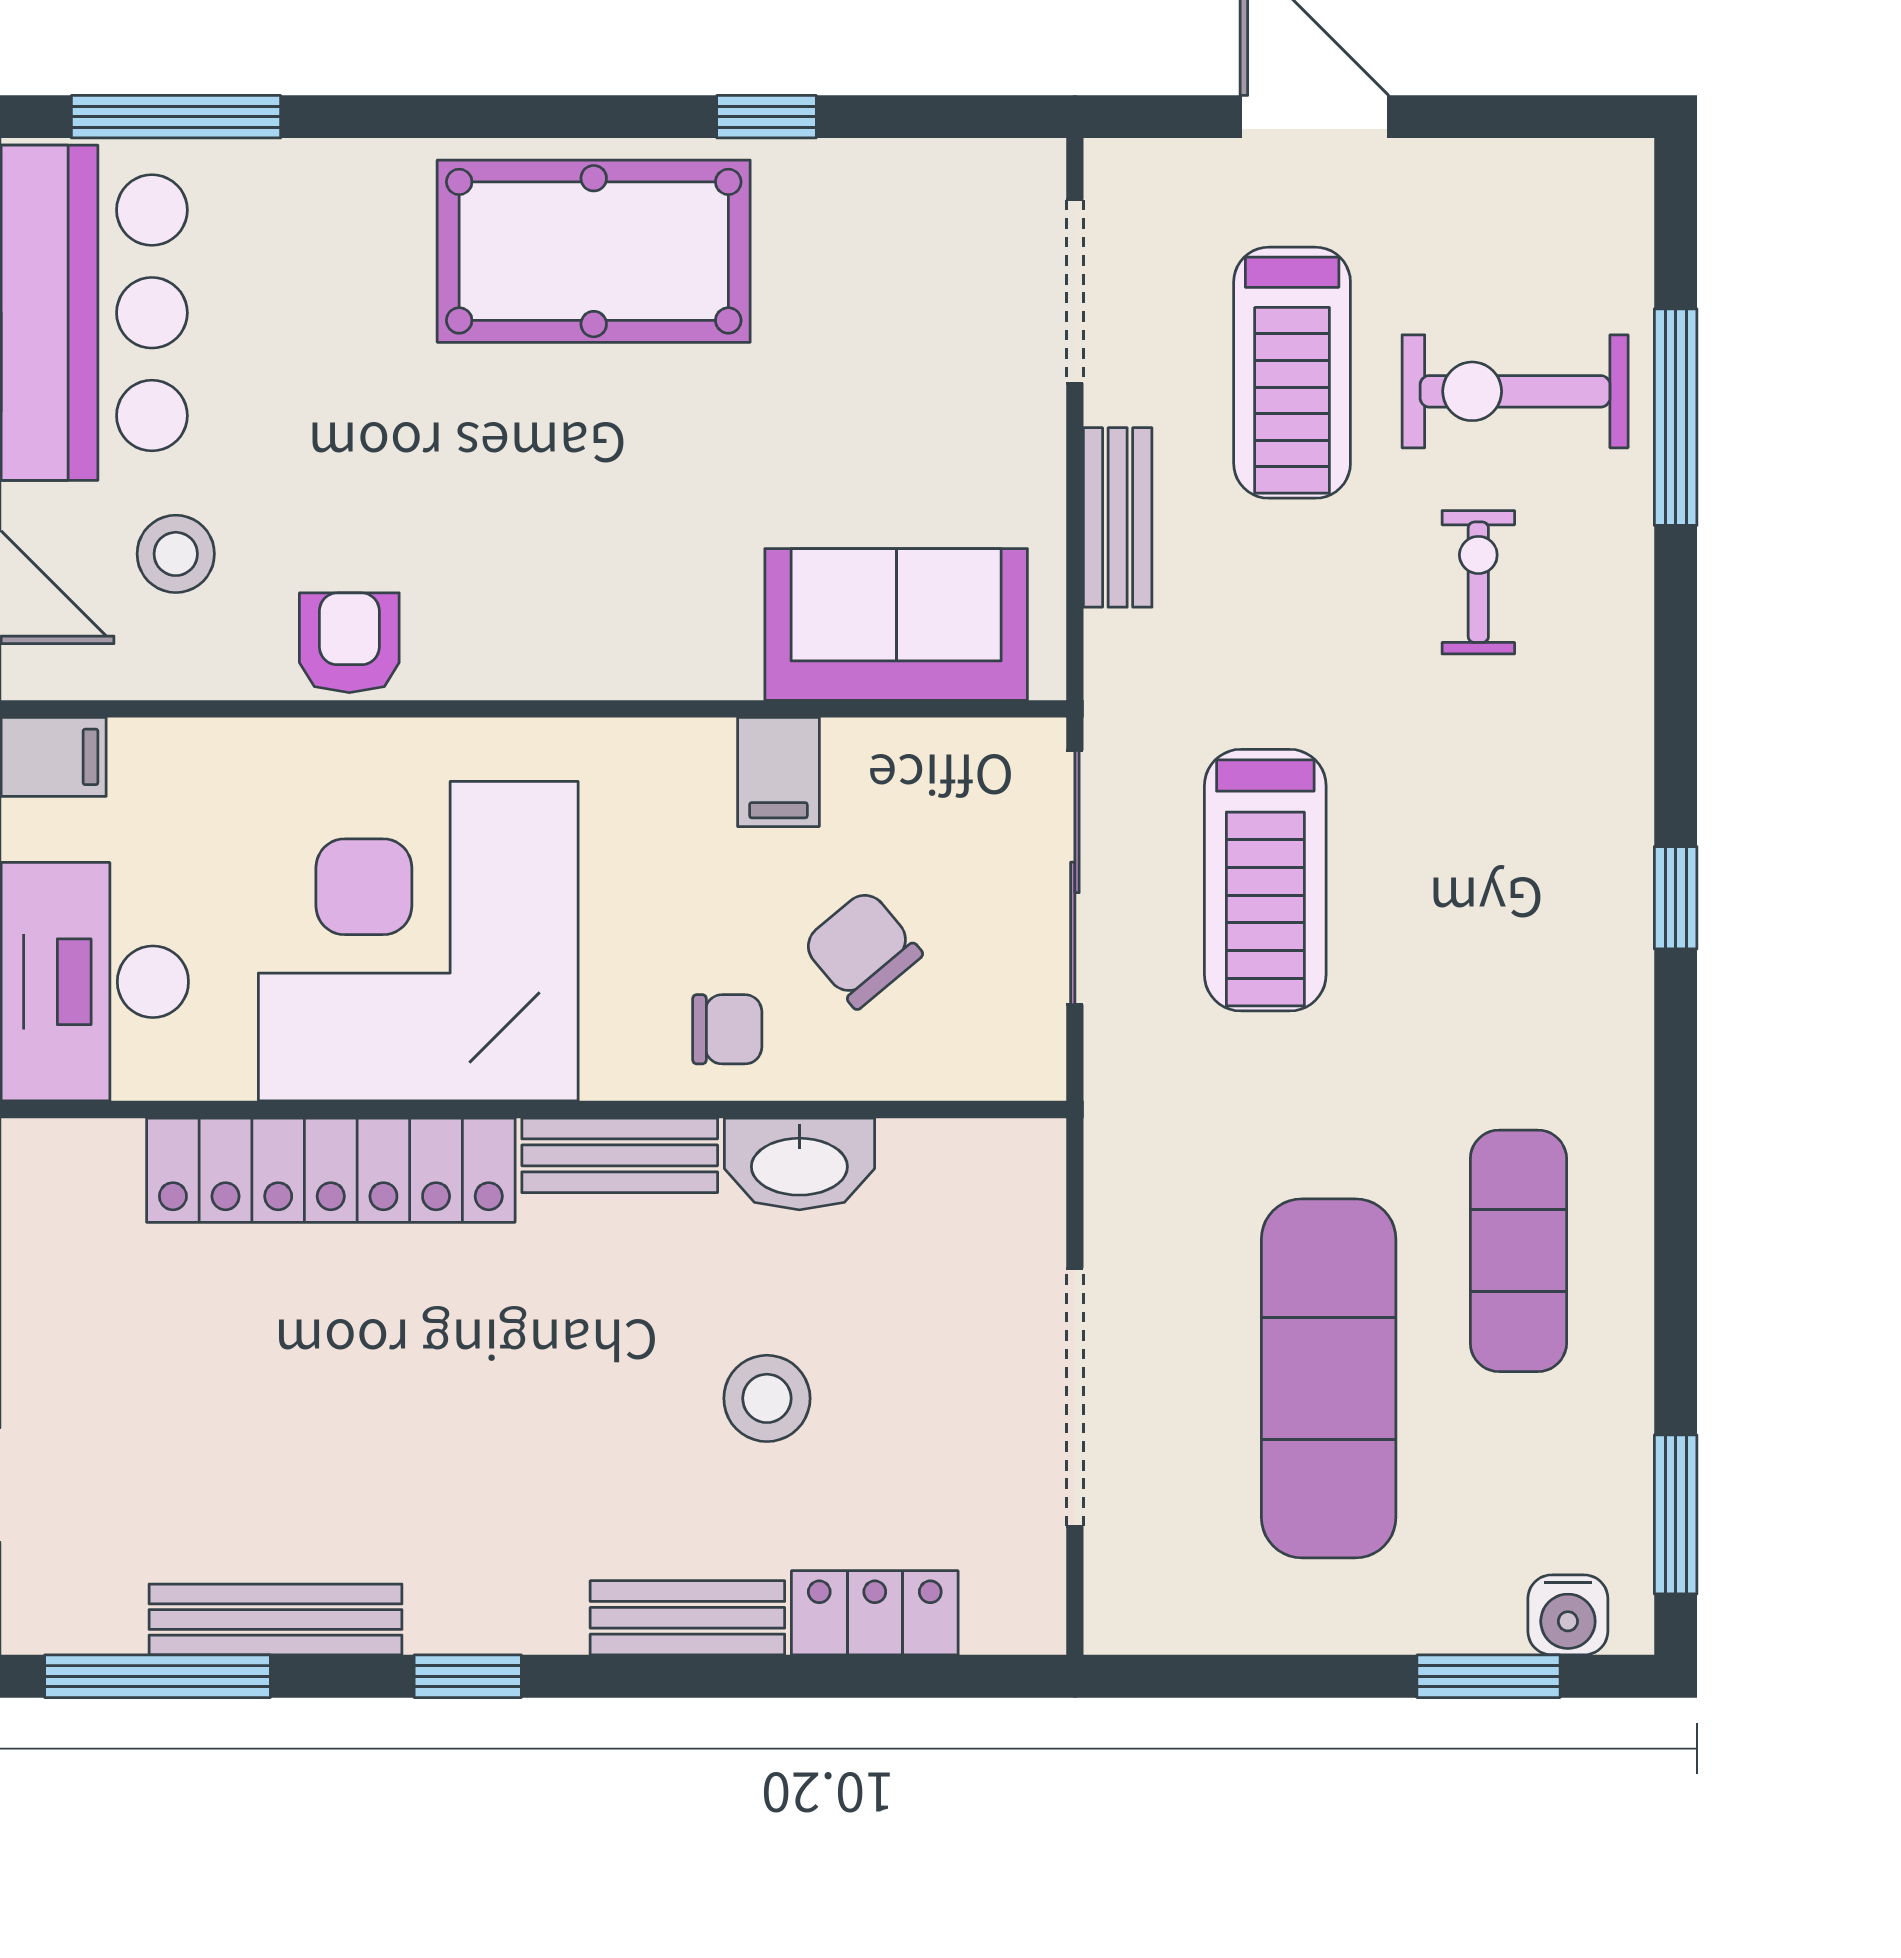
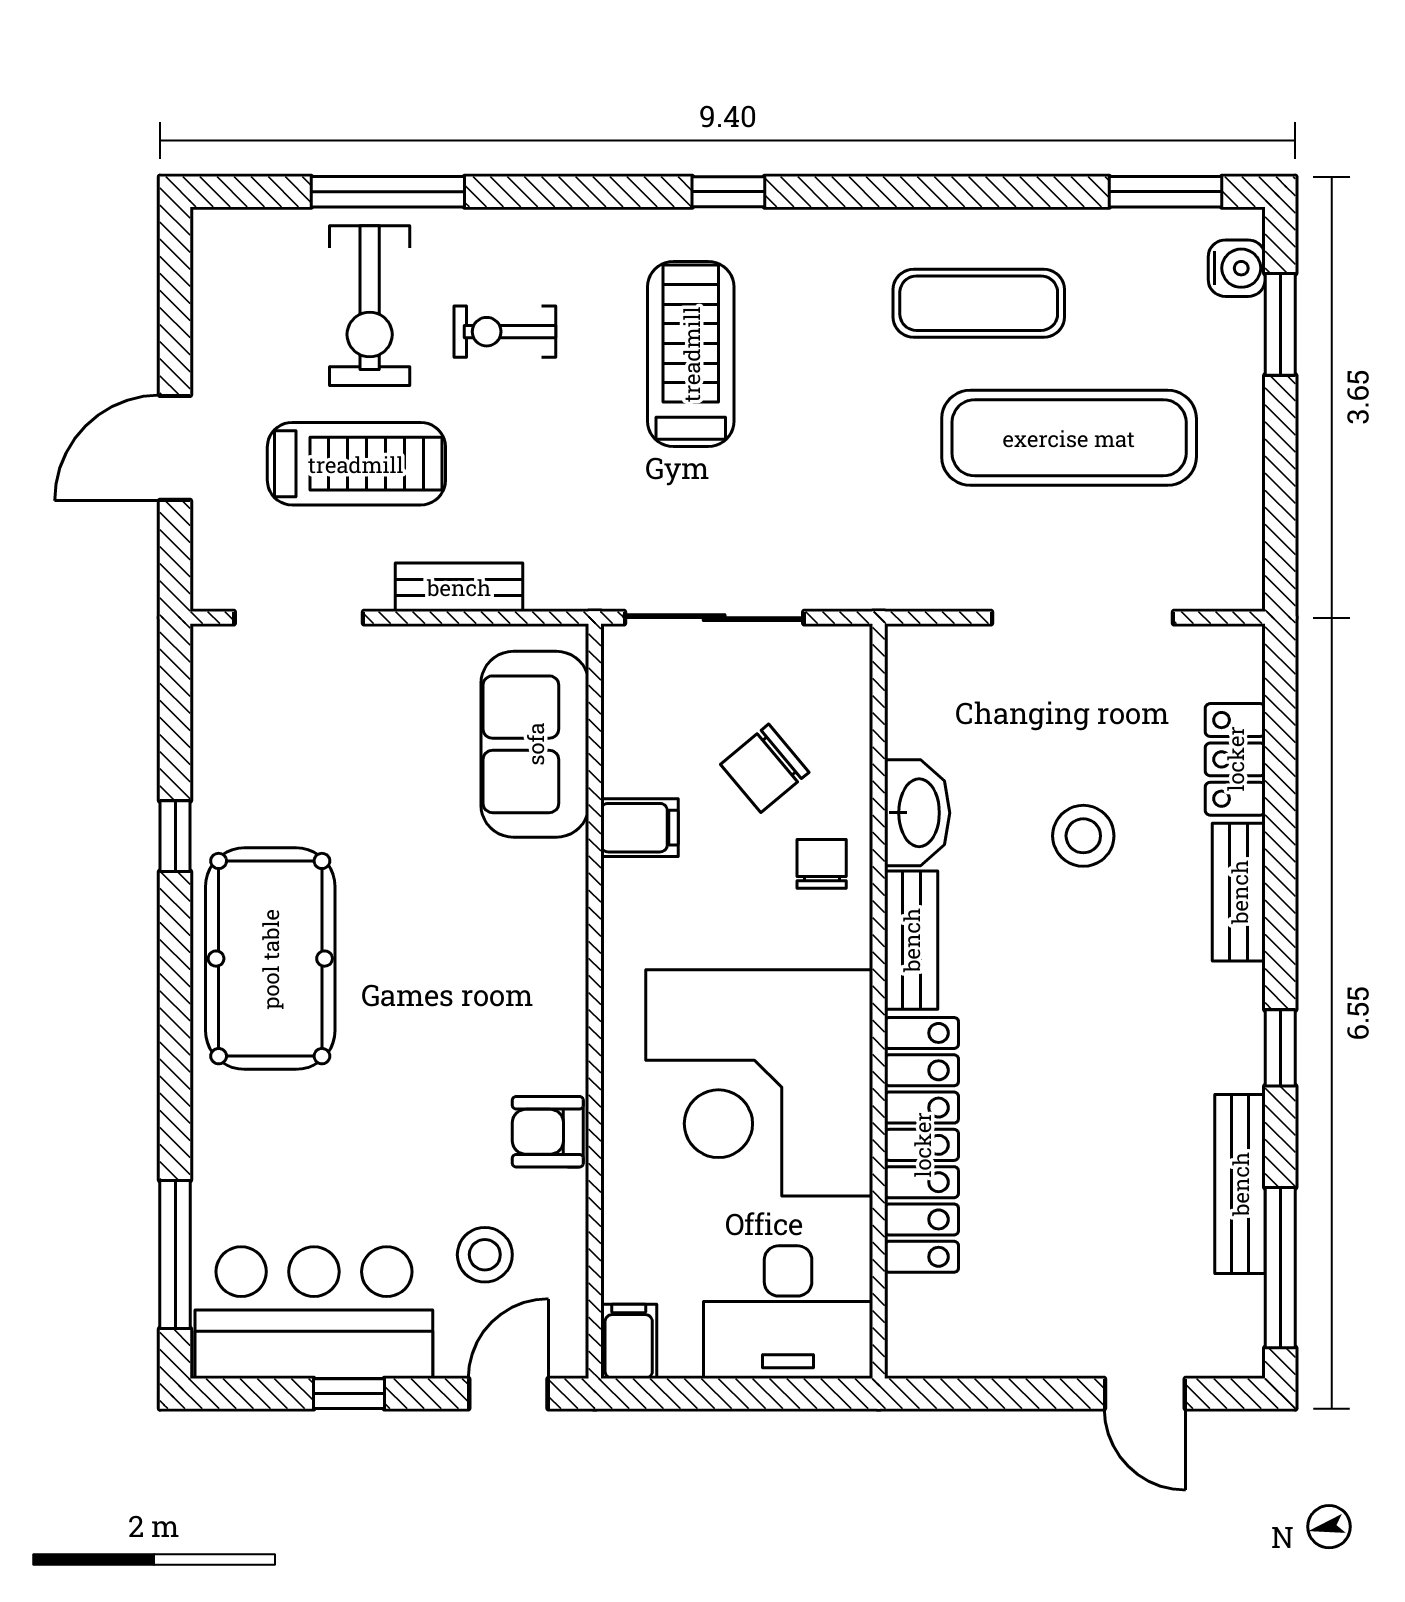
treadmill: (1265, 880) -> (691, 354), moved, turned -90

